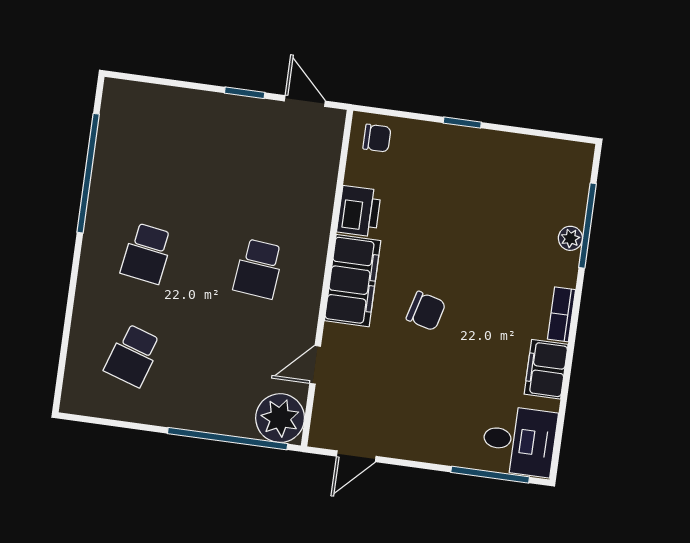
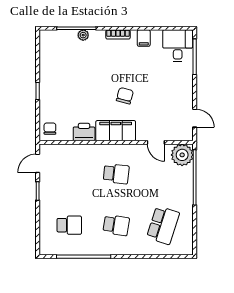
school desk: (161, 151) -> (69, 225), added
school desk: (133, 355) -> (163, 225), width x1.85
filing cabinet: (546, 369) -> (144, 38), width x0.50

